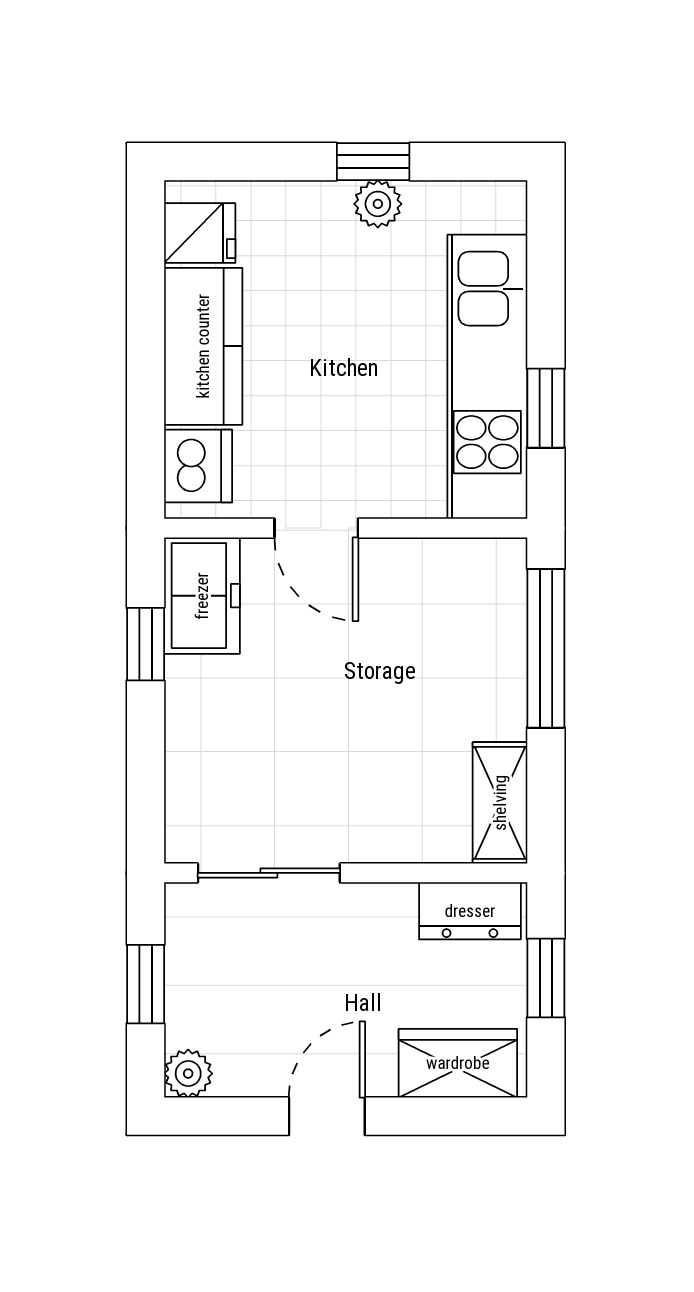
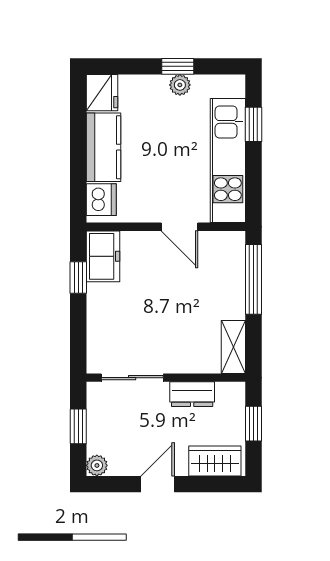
fridge: (200, 233) -> (102, 93), width x1.38
window: (546, 408) -> (253, 124), moved
door: (316, 528) -> (179, 227), moved
dresser: (470, 911) -> (192, 394), moved

